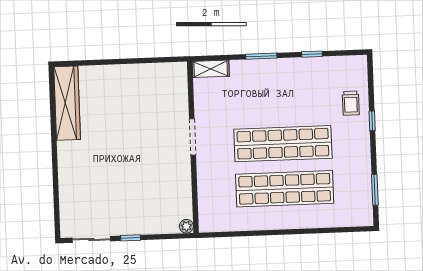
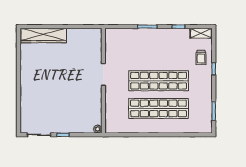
shelving: (211, 69) -> (201, 33), moved
wardrobe: (67, 103) -> (44, 36), moved, turned 90

